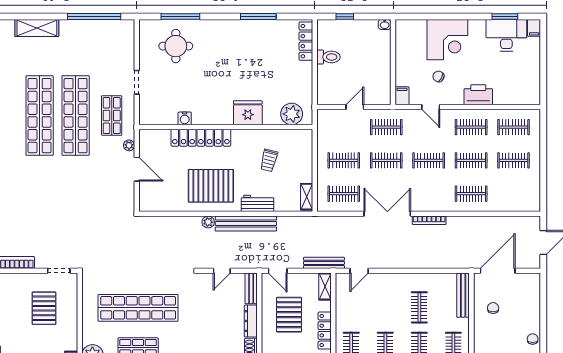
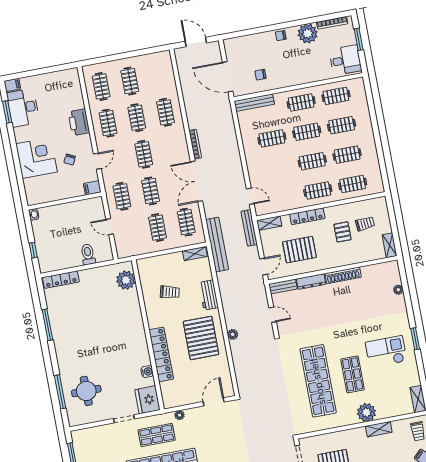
toilet: (328, 57) -> (88, 254), moved
fridge: (248, 113) -> (147, 400), moved
door: (137, 169) -> (214, 402), moved
bench: (246, 224) -> (217, 245), moved

